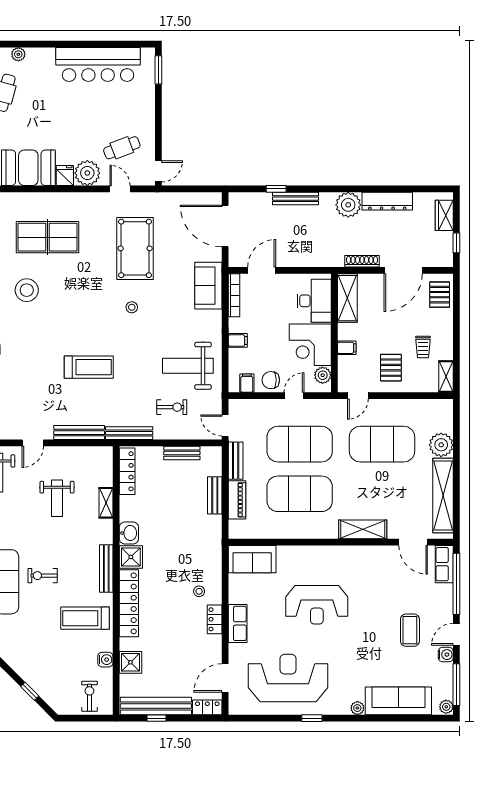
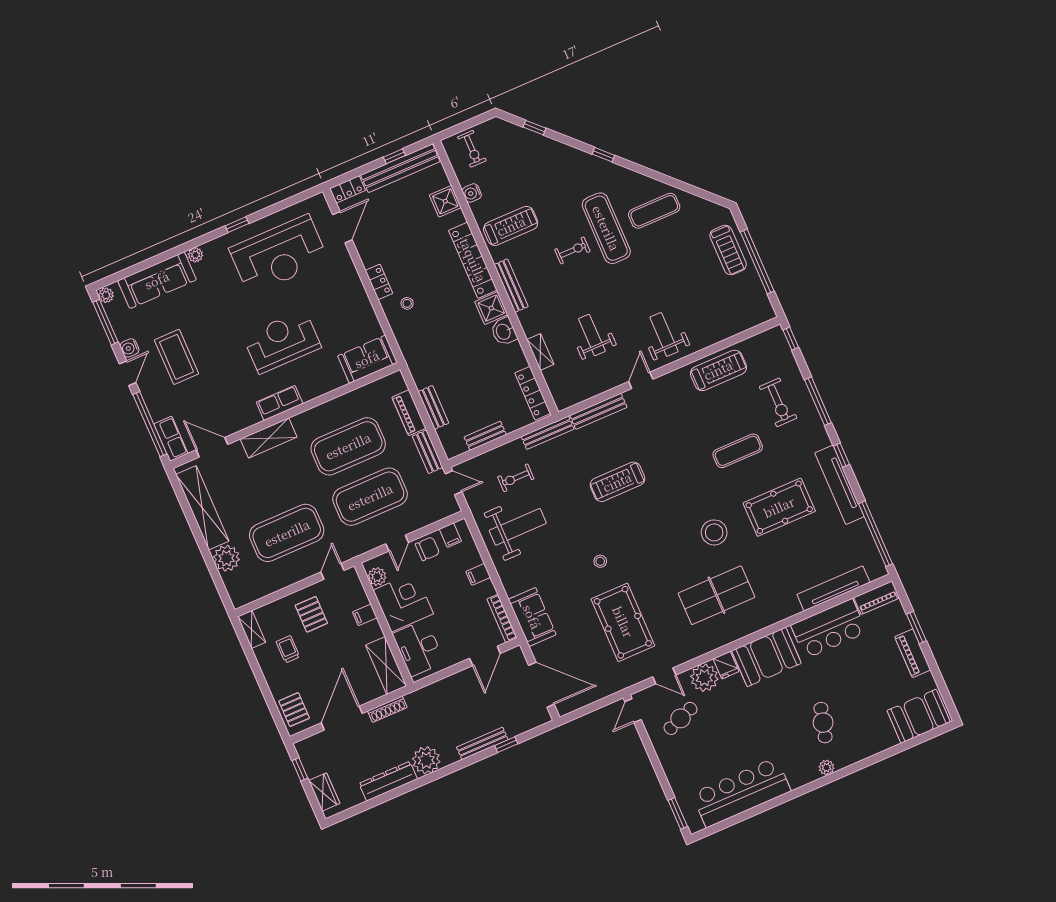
row of seats: (238, 623) -> (280, 403), moved, turned 90
coffee table: (410, 630) -> (176, 357), width x1.36, depth x1.32

